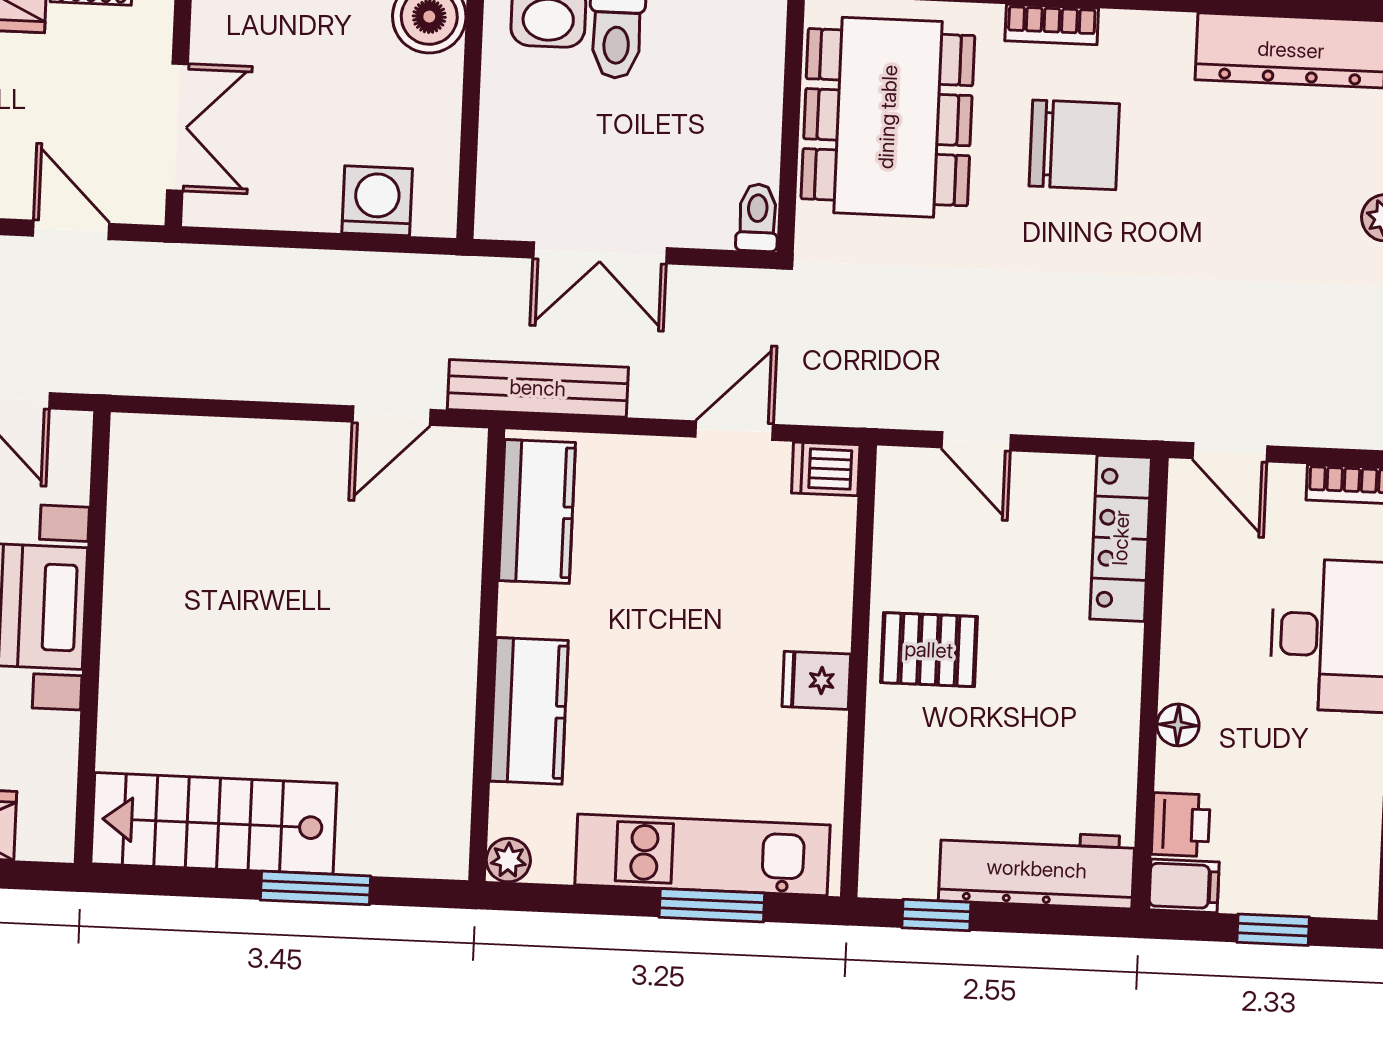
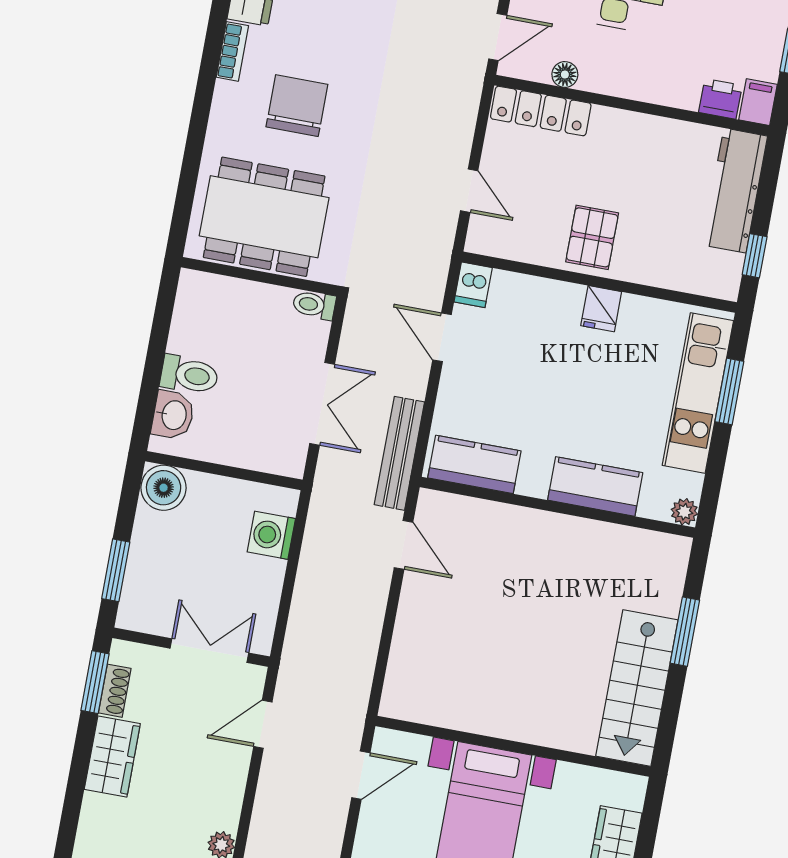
bookcase: (1052, 25) -> (232, 51), moved
door: (976, 441) -> (469, 191), hinge flipped
floor lamp: (1178, 725) -> (565, 75), moved

